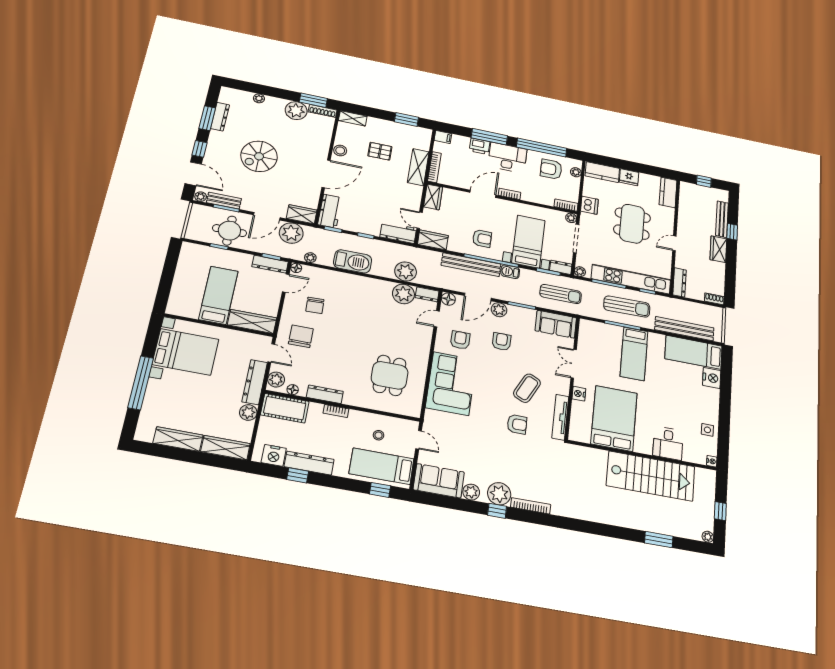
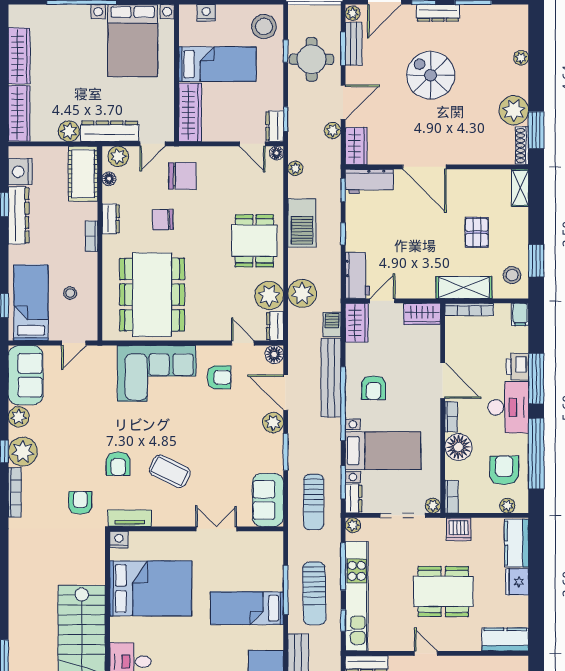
dresser: (220, 117) -> (438, 13), moved
stool: (340, 151) -> (512, 275), moved
floor lamp: (531, 194) -> (458, 447), added
door: (267, 216) -> (343, 102), swing flipped
plant: (291, 233) -> (333, 131), width x0.53, depth x0.53
stool: (196, 258) -> (264, 27), added
dresser: (270, 264) -> (275, 126), width x0.70
barbecue: (510, 272) -> (332, 325), moved
nightstand: (176, 295) -> (206, 13), added
dining table: (360, 296) -> (254, 241), added
chair: (315, 305) -> (163, 220), moved
armchair: (502, 342) -> (80, 503), moved, turned -90
dining table: (390, 375) -> (152, 295), width x1.88, depth x1.24
dresser: (325, 394) -> (111, 219), width x0.70
nightstand: (579, 394) -> (119, 539), moved
tv unit: (560, 417) -> (130, 518), width x0.71

